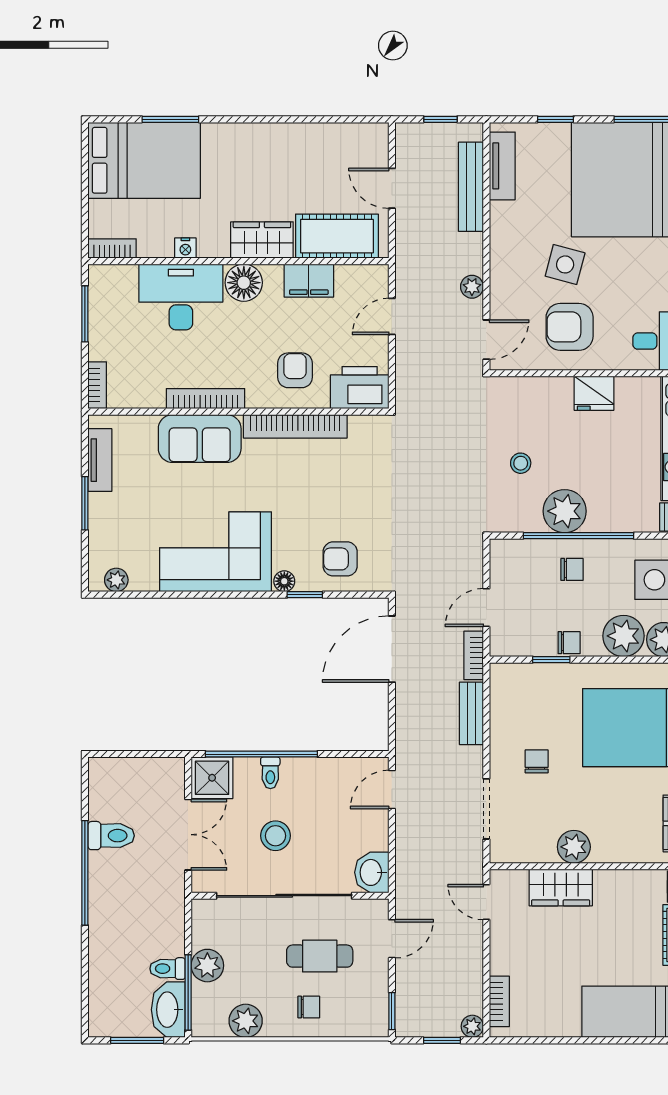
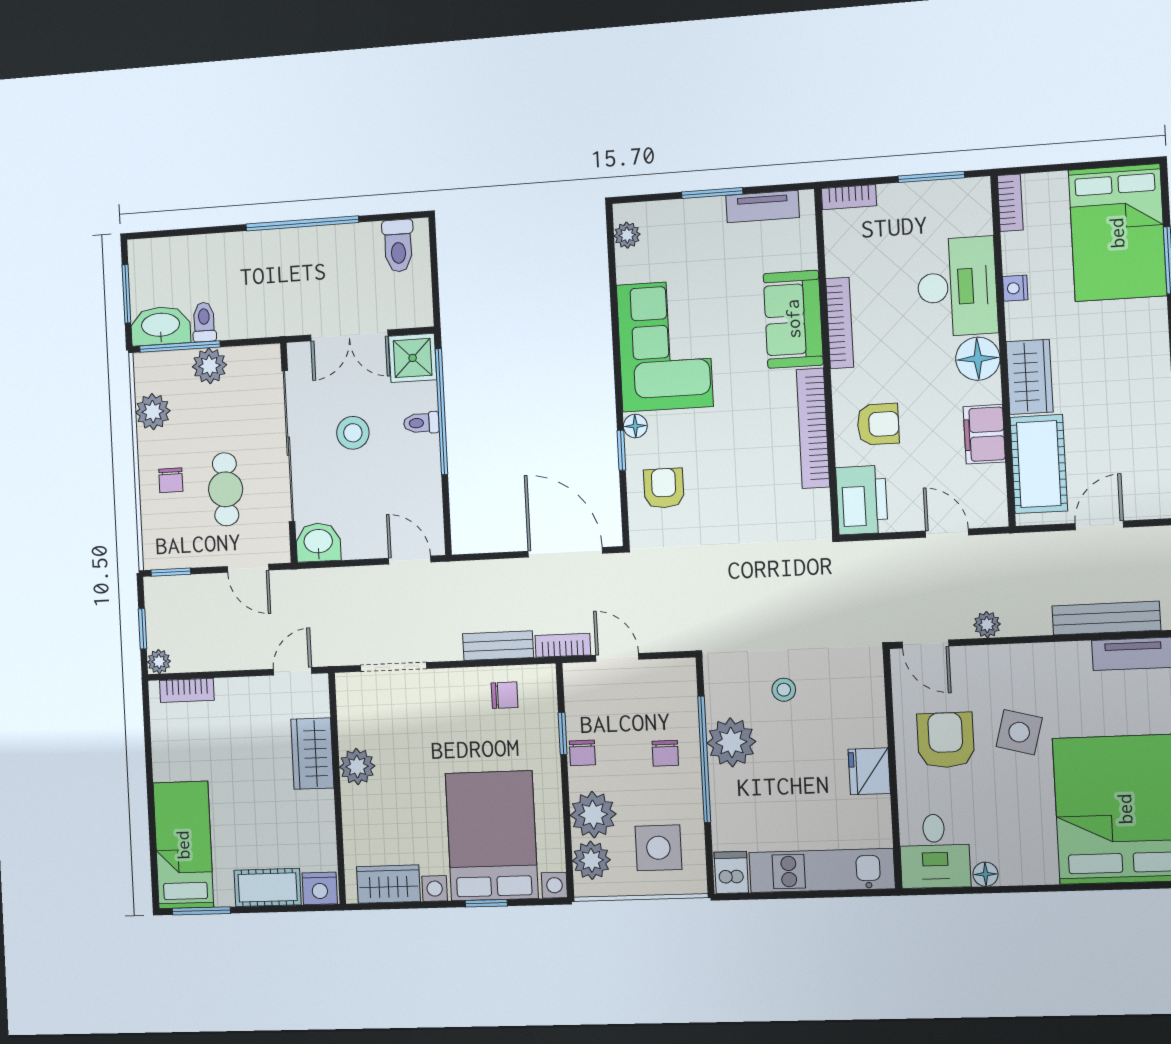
chair: (537, 761) -> (505, 695), moved
toilet: (111, 836) -> (398, 246), moved

